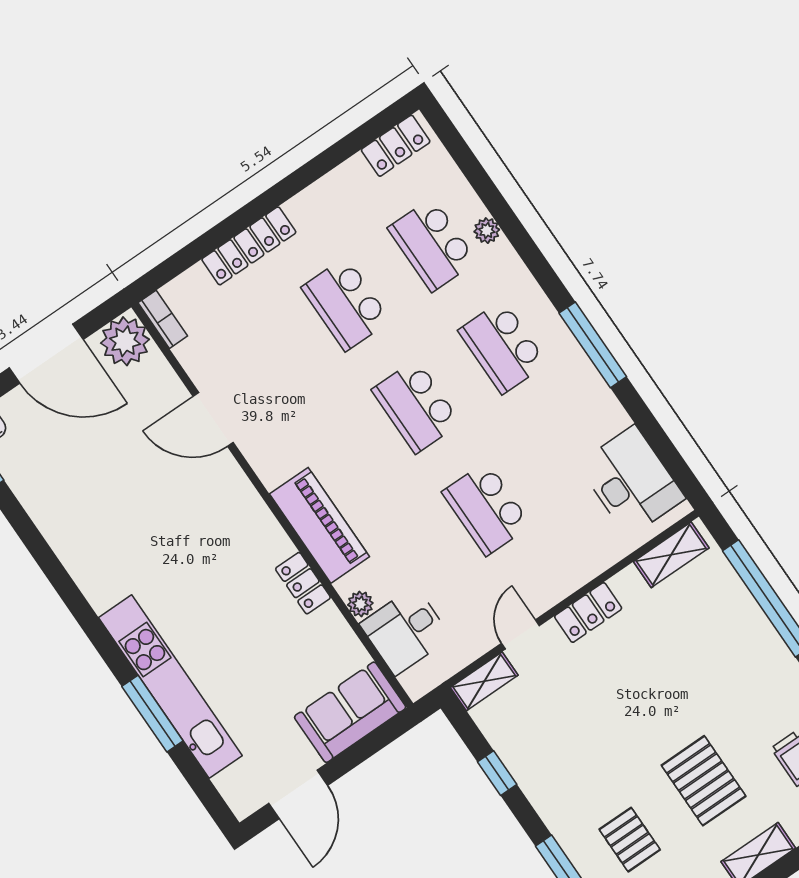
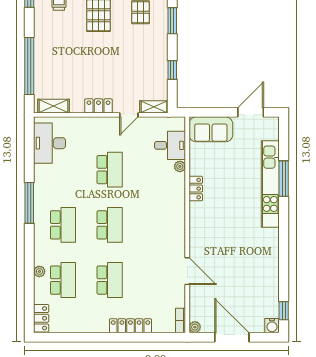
locker: (396, 146) -> (41, 318), moved, turned 90
plant: (125, 341) -> (195, 327), width x0.53, depth x0.53
piano: (319, 525) -> (175, 206), removed

